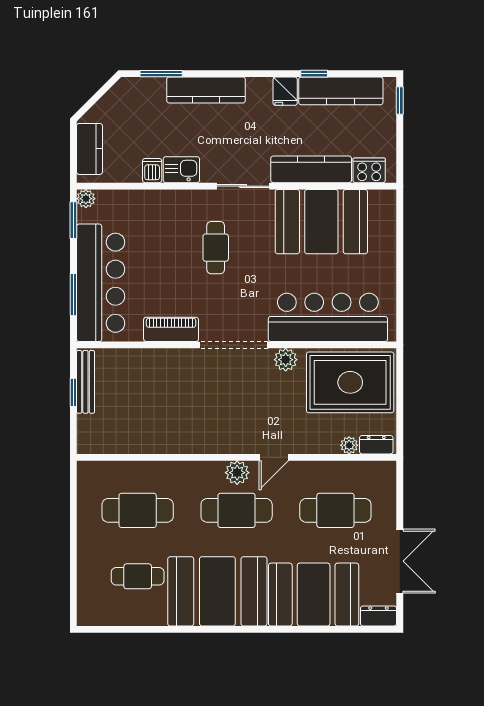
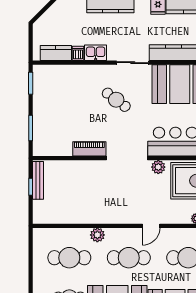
kitchen counter: (89, 149) -> (56, 53), moved, turned -90
plant: (86, 199) -> (38, 70), removed
cafe table: (216, 248) -> (116, 100), turned -53
bar counter: (101, 283) -> (47, 121), removed
plant: (237, 473) -> (97, 235), moved

